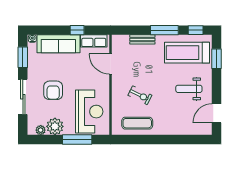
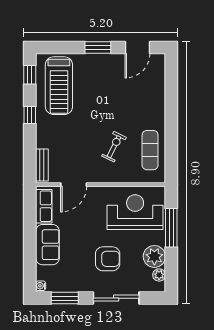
window: (77, 30) -> (30, 228), removed
window: (164, 30) -> (30, 115), width x0.46
bench: (142, 39) -> (42, 165), moved
sofa: (58, 44) -> (47, 245), width x0.73
window: (217, 59) -> (98, 48), moved
weight bench: (189, 89) -> (106, 83), removed
door: (217, 113) -> (137, 48), hinge flipped

